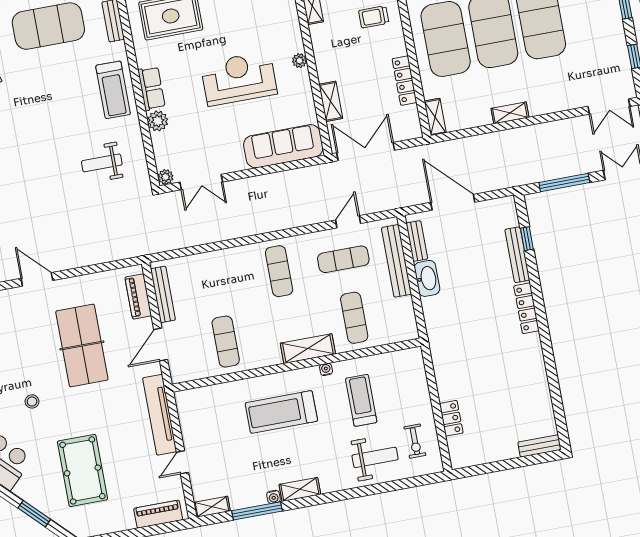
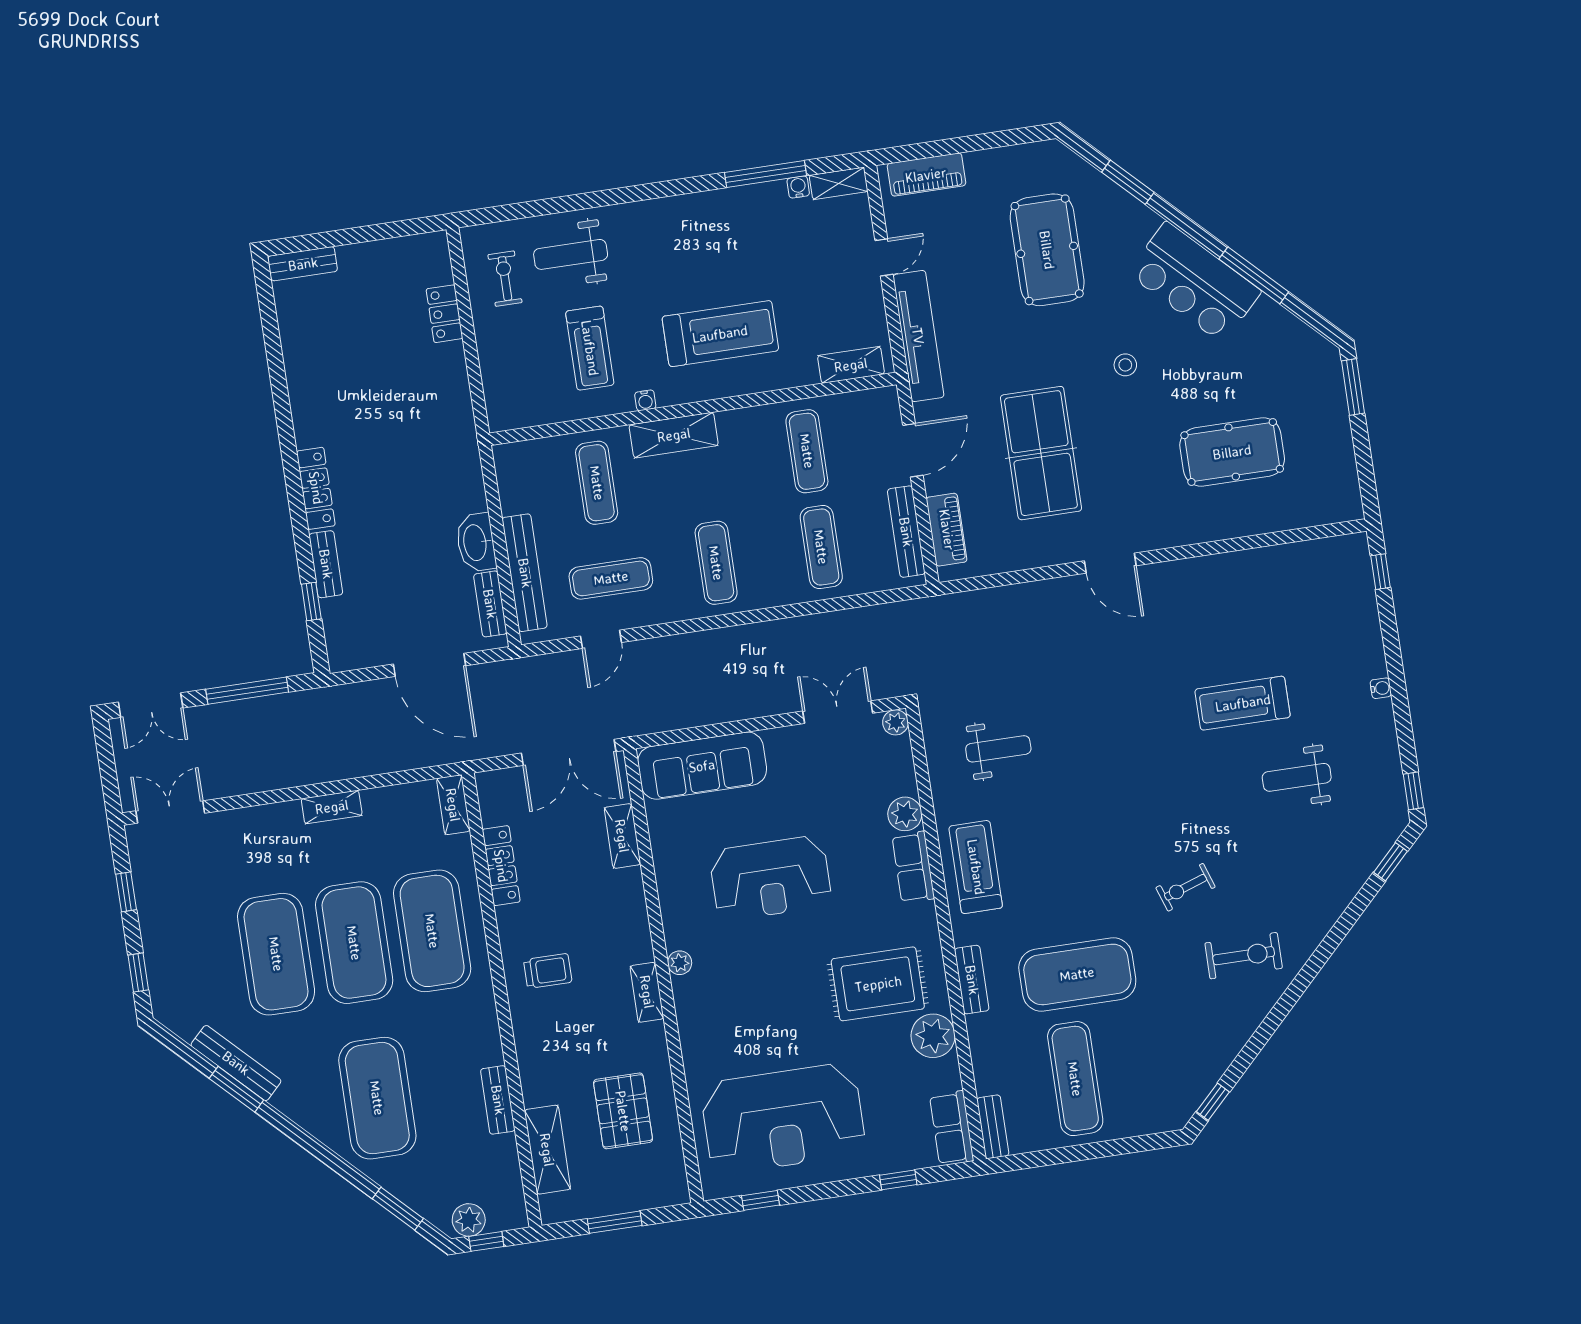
plant: (300, 61) -> (680, 963), moved
bench: (517, 255) -> (326, 564), width x0.73
exercise mat: (215, 283) -> (821, 547), added
shelving: (300, 489) -> (851, 365), moved
water cooler: (273, 497) -> (798, 187), moved

